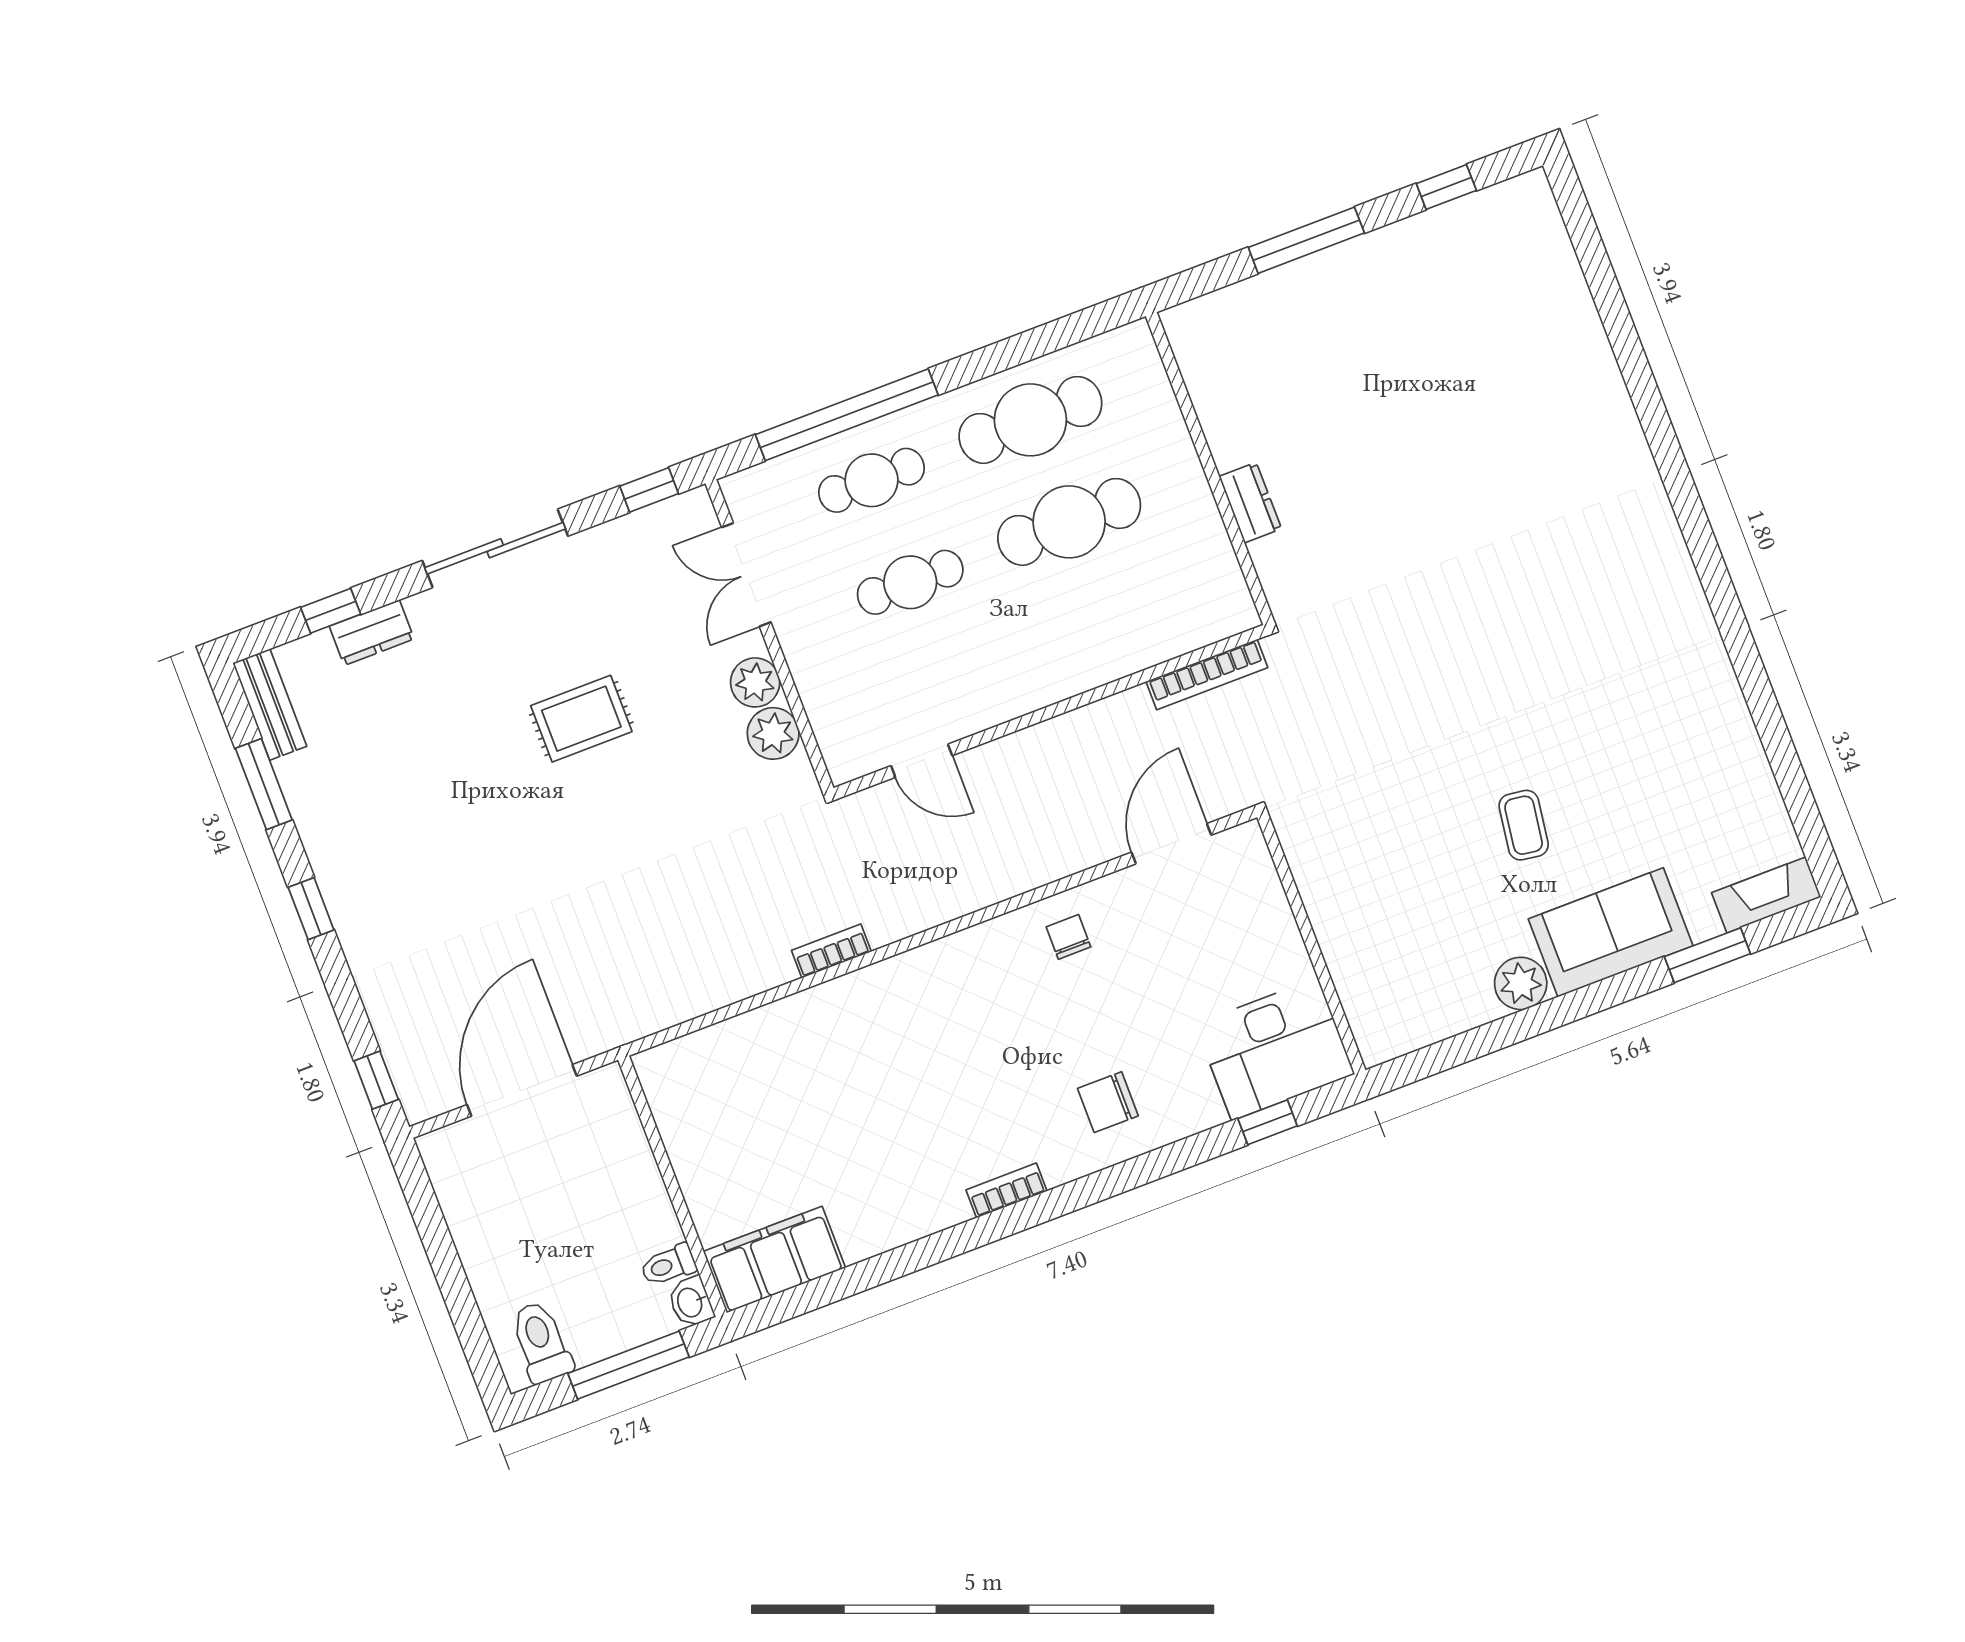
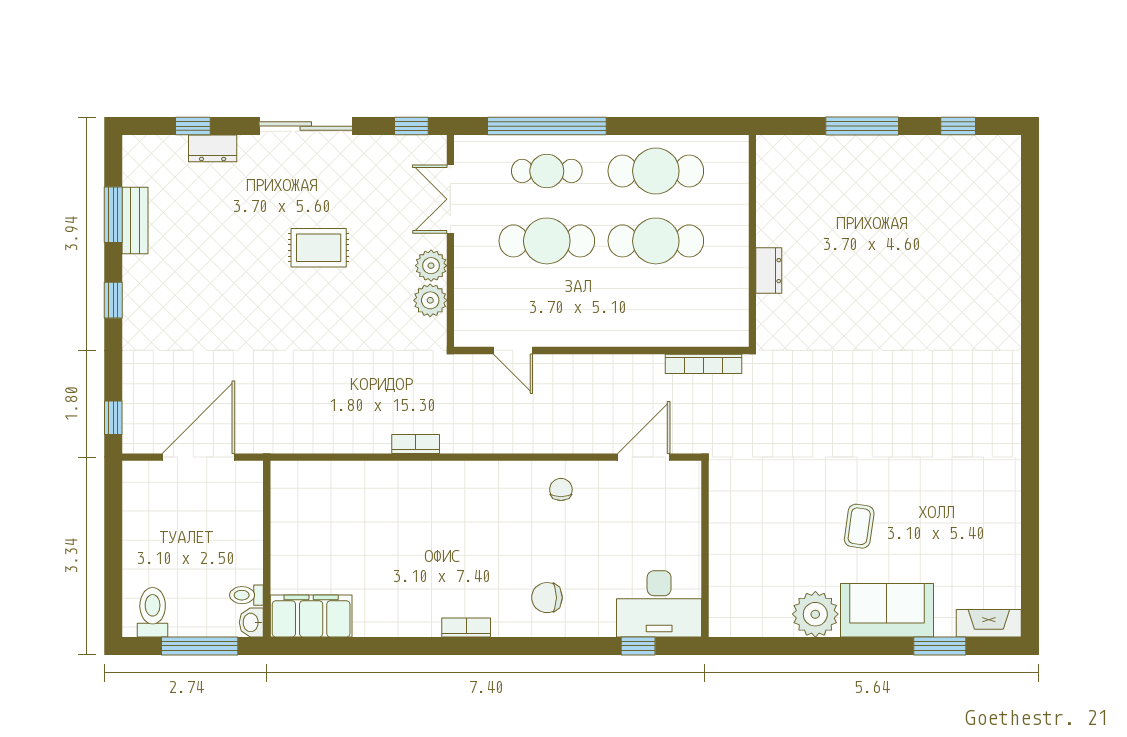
cafe table: (910, 582) -> (547, 241), width x1.37, depth x1.35
bench: (270, 705) -> (135, 221), moved
plant: (1521, 983) -> (815, 614), width x1.36, depth x1.36

